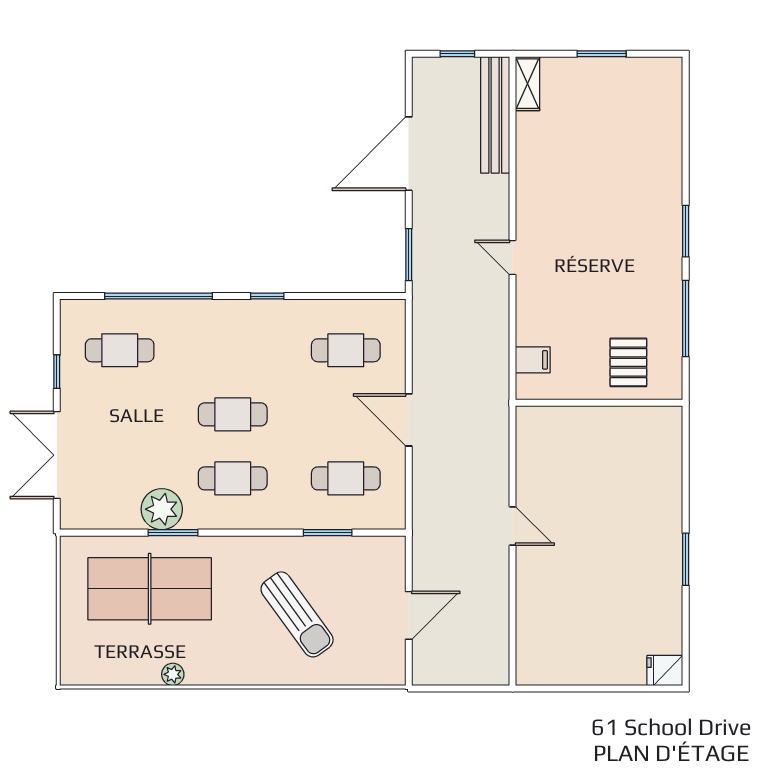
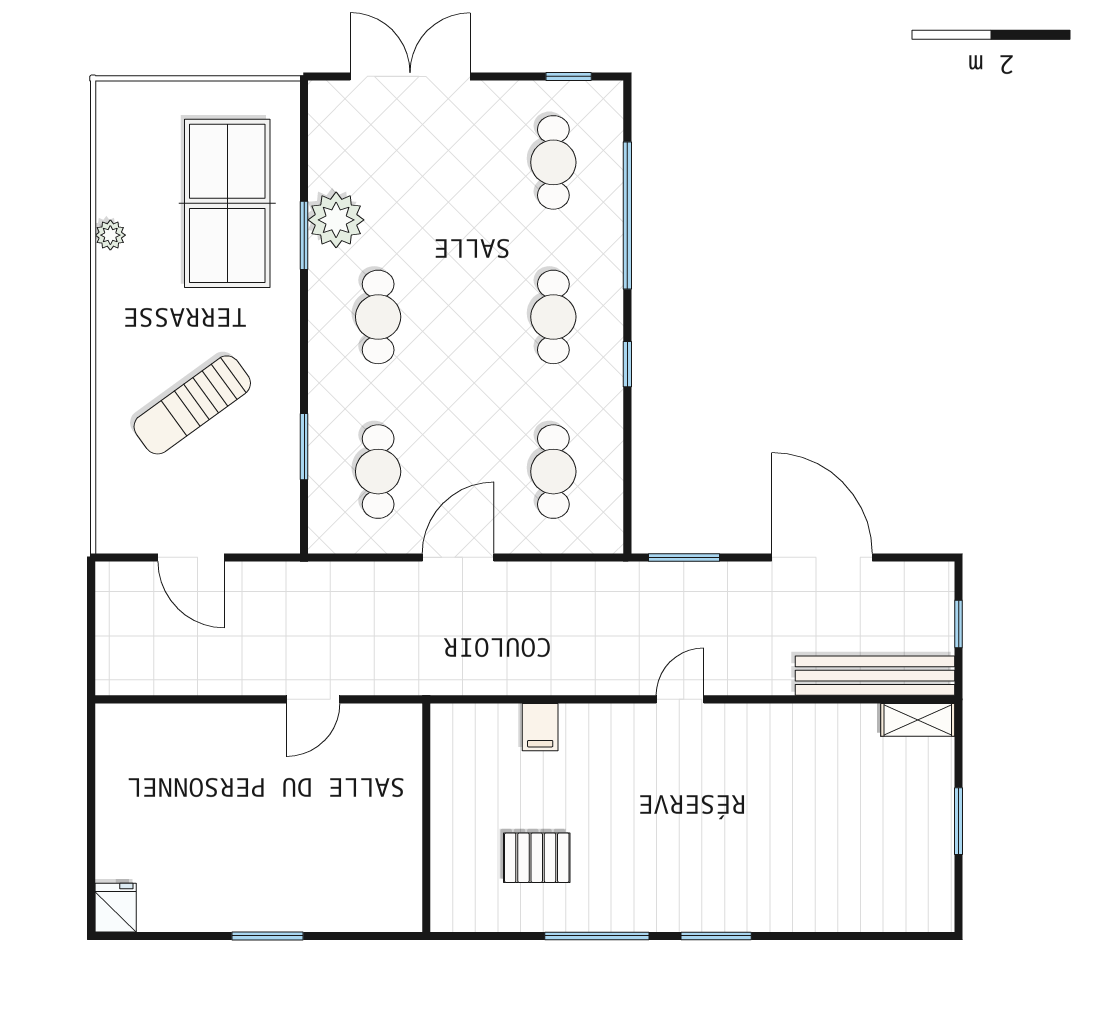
window: (57, 372) -> (569, 76), moved
wall: (599, 403) -> (426, 818), moved
cafe table: (233, 414) -> (553, 317), moved

